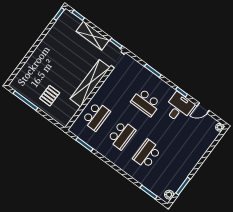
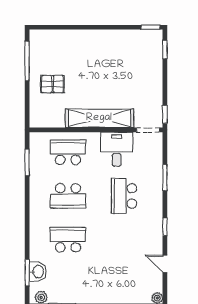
shelving: (93, 36) -> (154, 82), removed
desk: (179, 107) -> (117, 149), moved, turned -90
school desk: (96, 116) -> (68, 152), turned 180
washbasin: (153, 186) -> (38, 272), added

